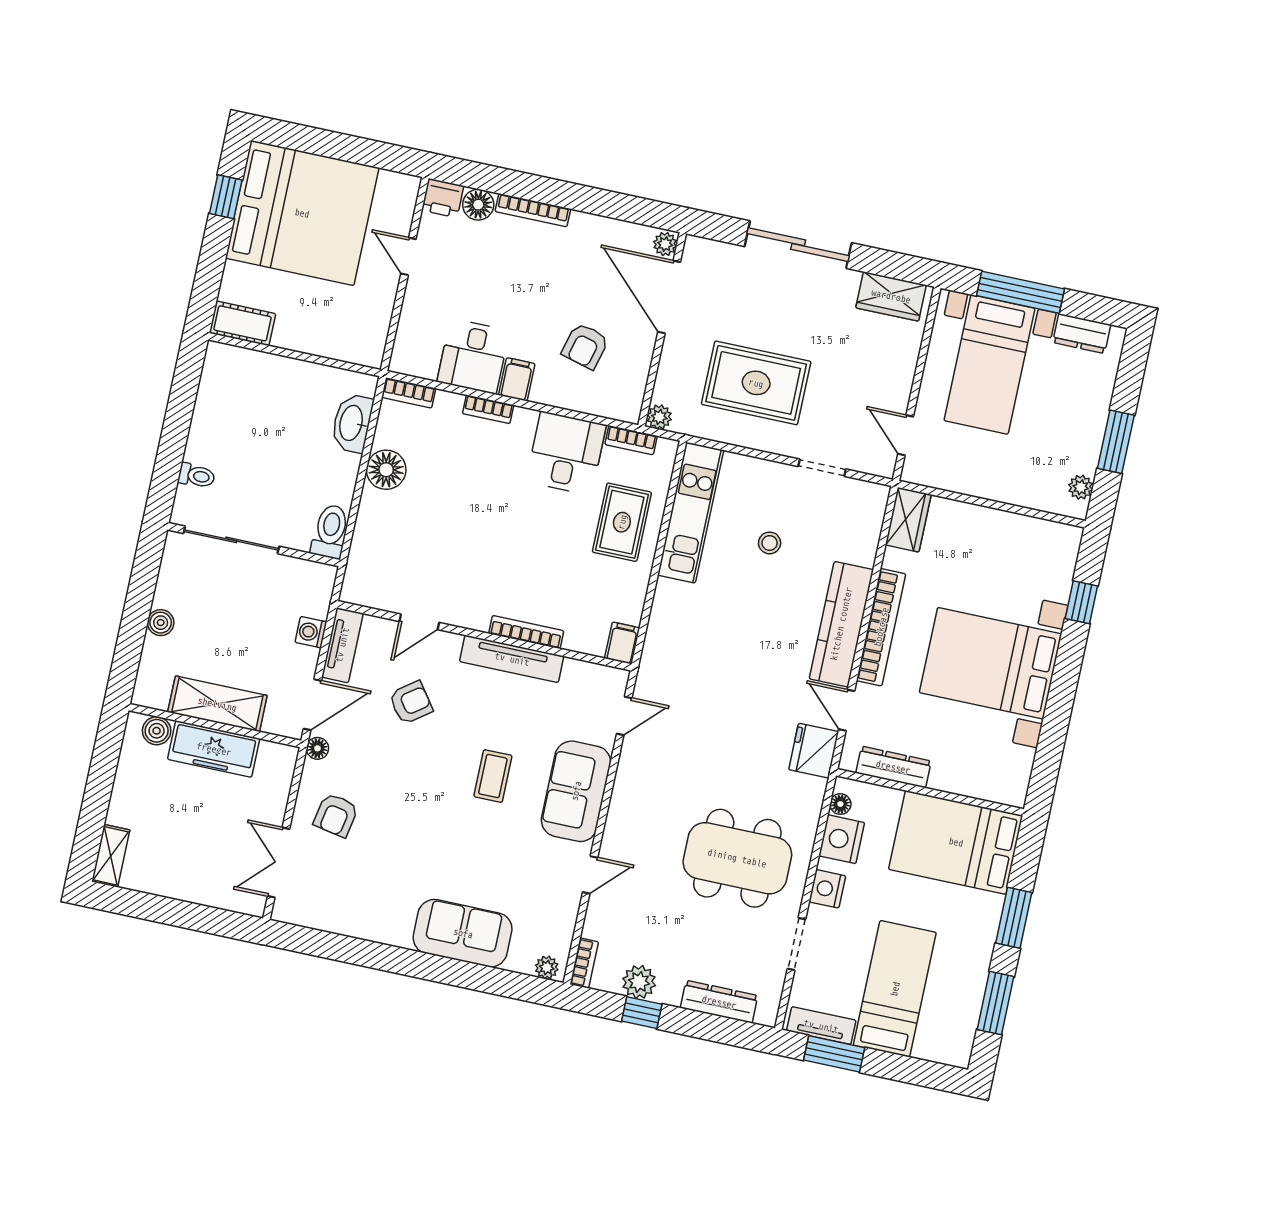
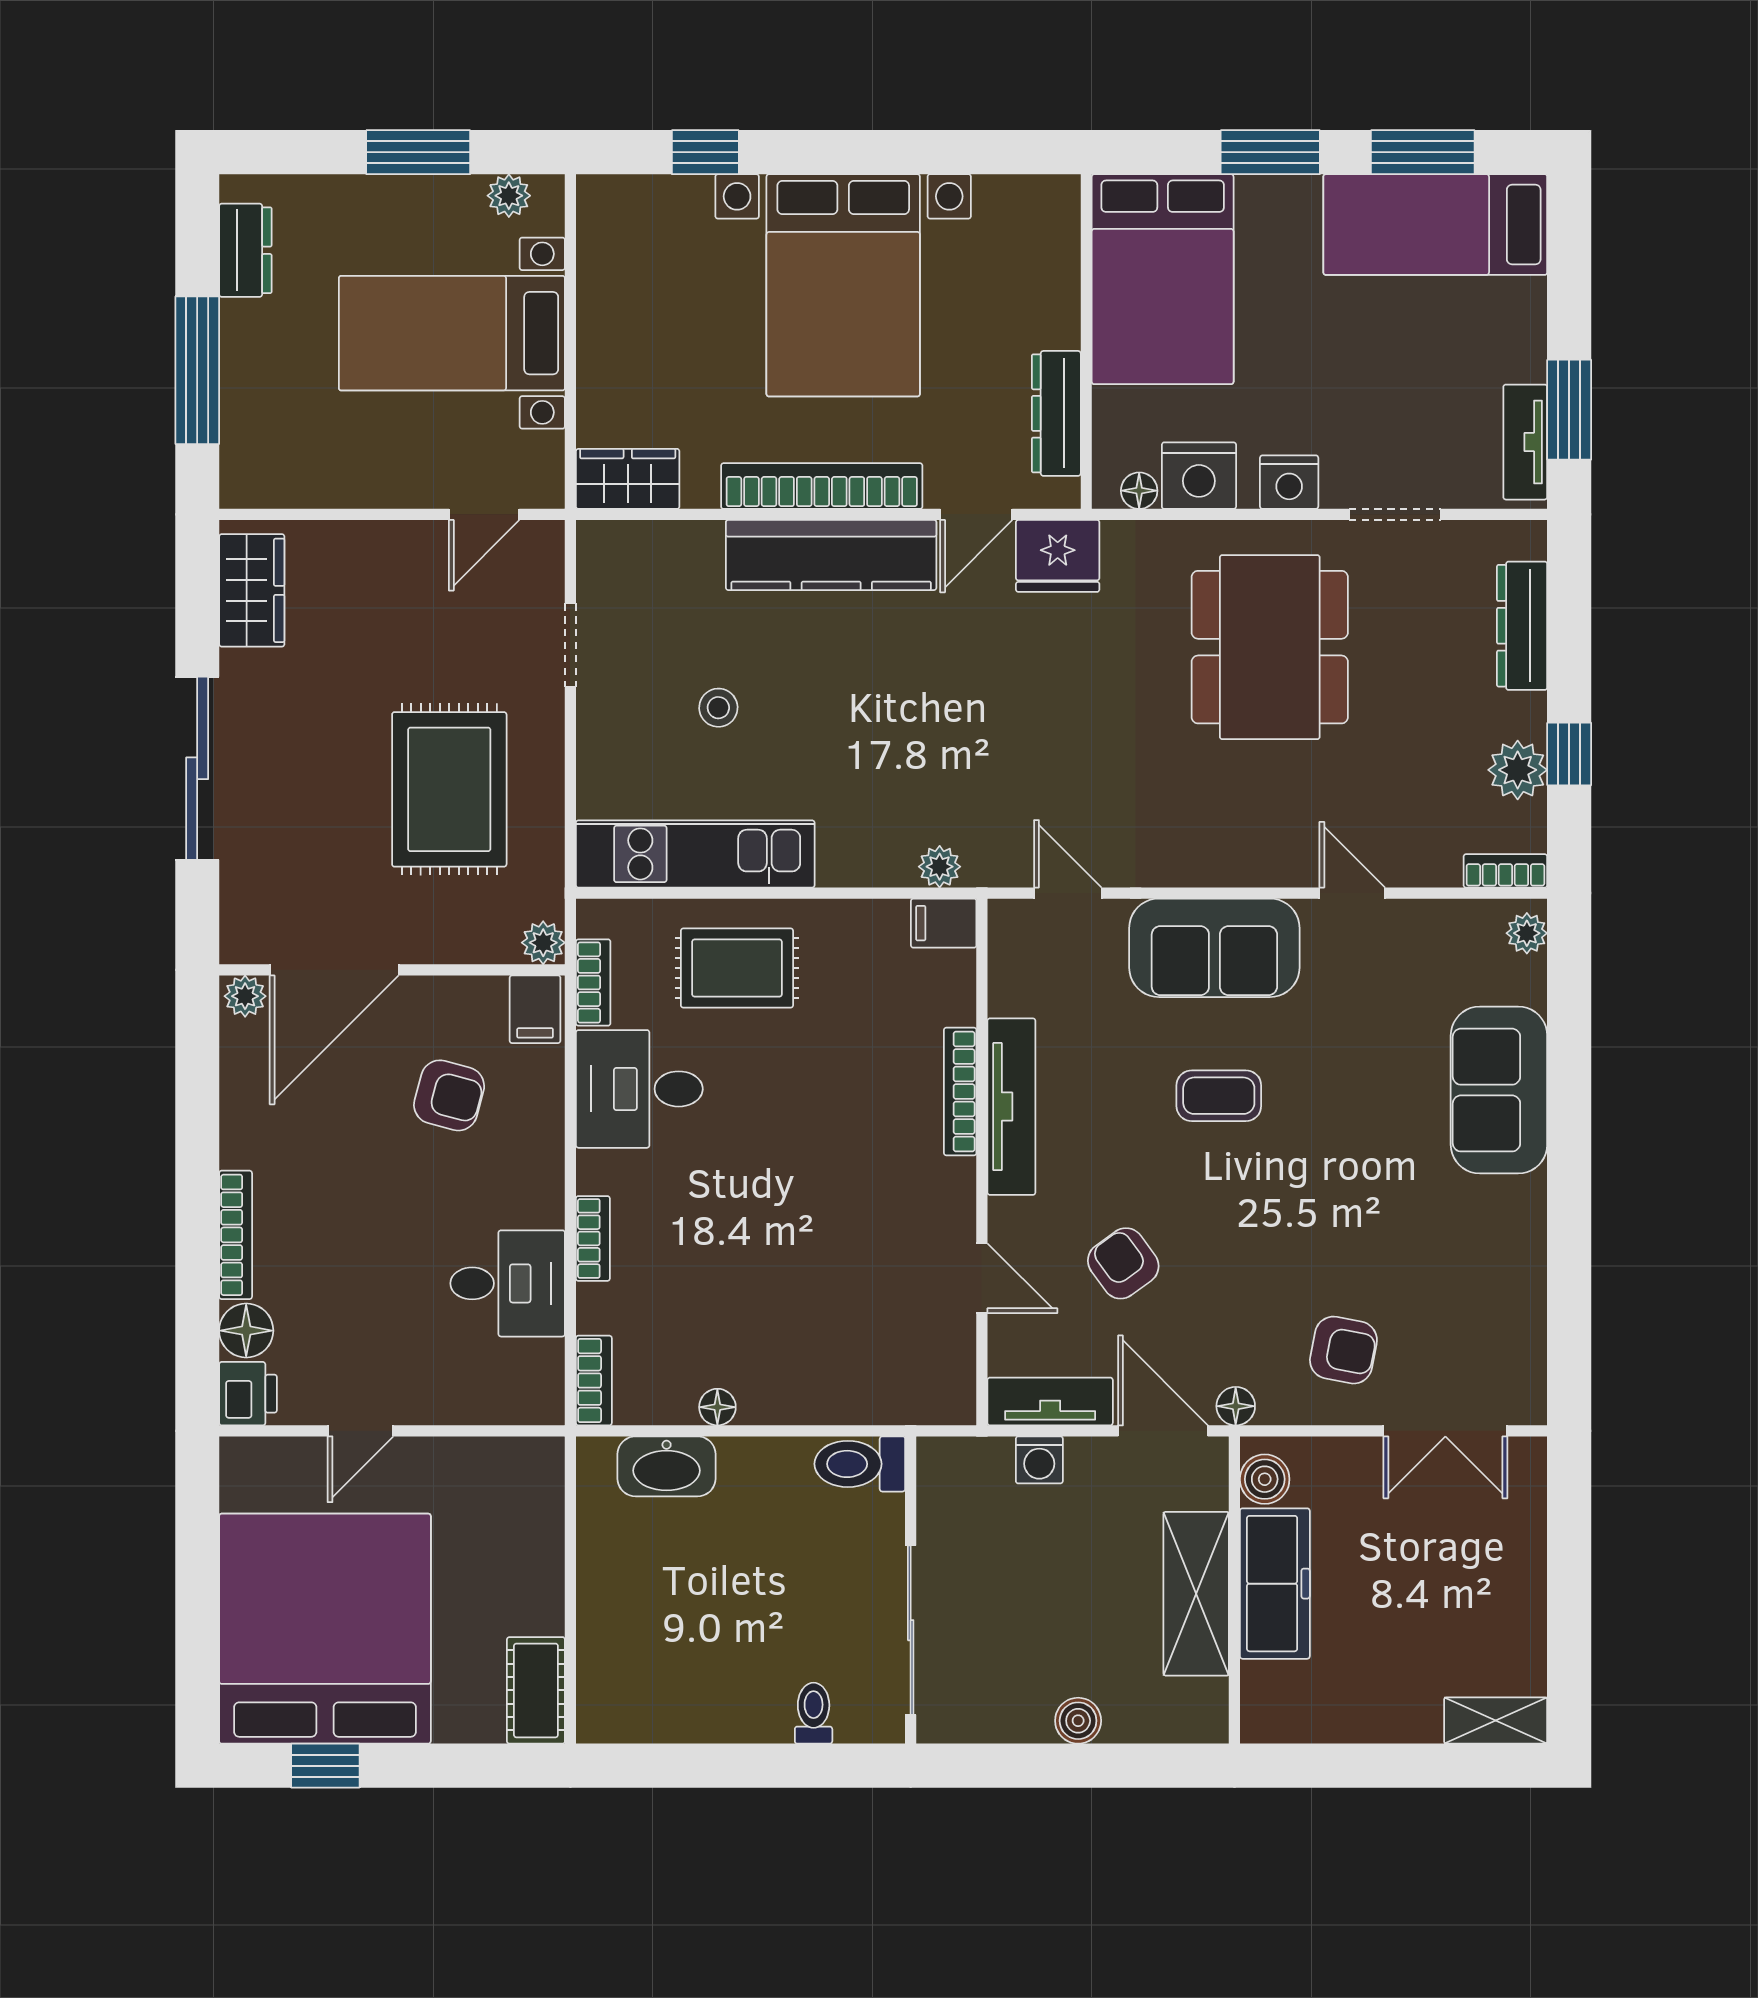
bed with nightstands: (989, 365) -> (452, 333), moved, turned 180
filing cabinet: (517, 379) -> (535, 1009), moved, turned -90
floor lamp: (386, 470) -> (717, 1407), width x0.53, depth x0.53
plant: (654, 647) -> (940, 867), added
boiler: (157, 731) -> (1265, 1479), moved
bed: (895, 989) -> (1435, 225), moved

